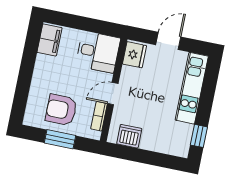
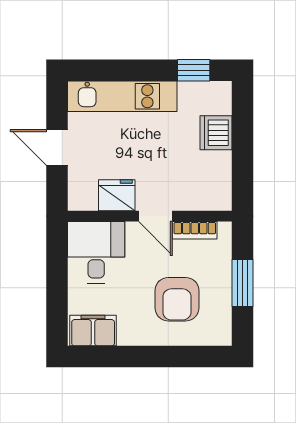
fridge: (134, 55) -> (117, 195), moved
armchair: (61, 110) -> (177, 299), moved
dishwasher: (129, 136) -> (216, 133), moved

